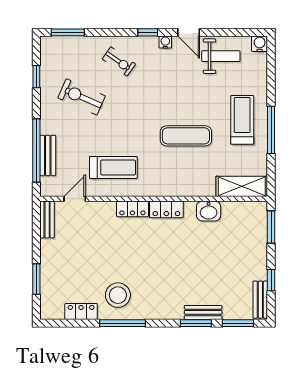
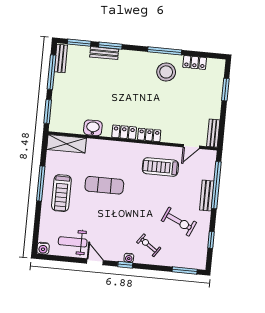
water cooler: (165, 42) -> (129, 258), moved
bench: (48, 155) -> (207, 196), moved
window: (271, 280) -> (51, 72), width x2.17

